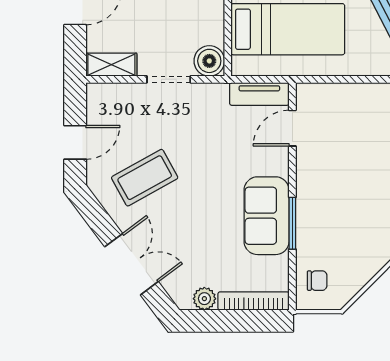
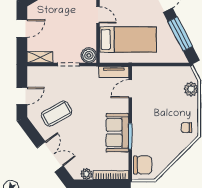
chair: (317, 281) -> (143, 165), width x1.87, depth x1.87

